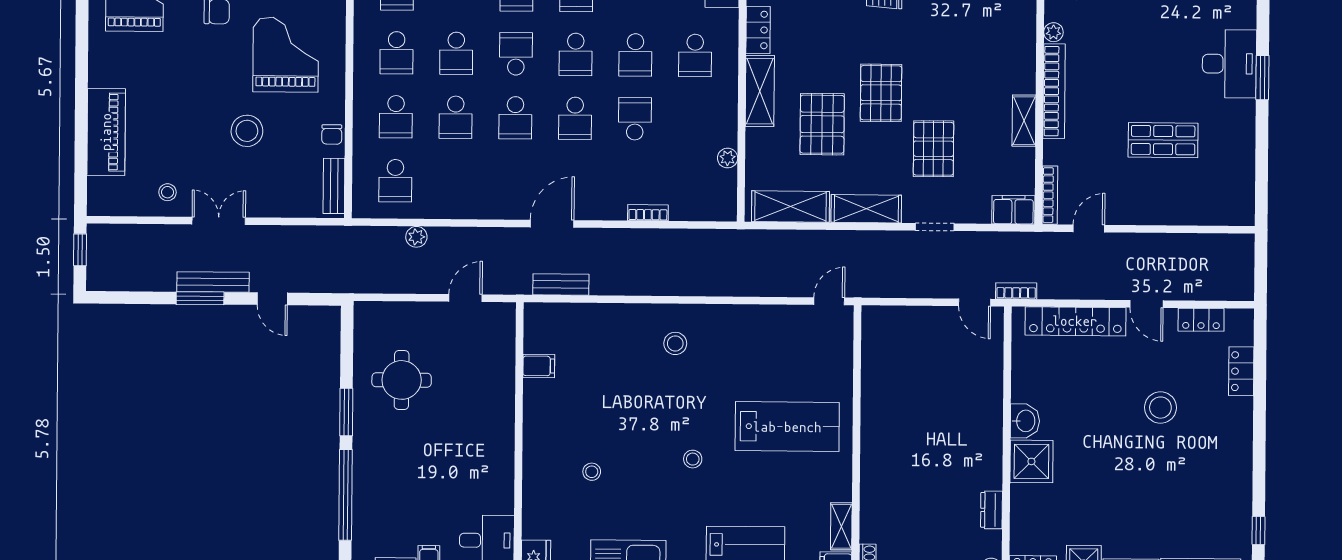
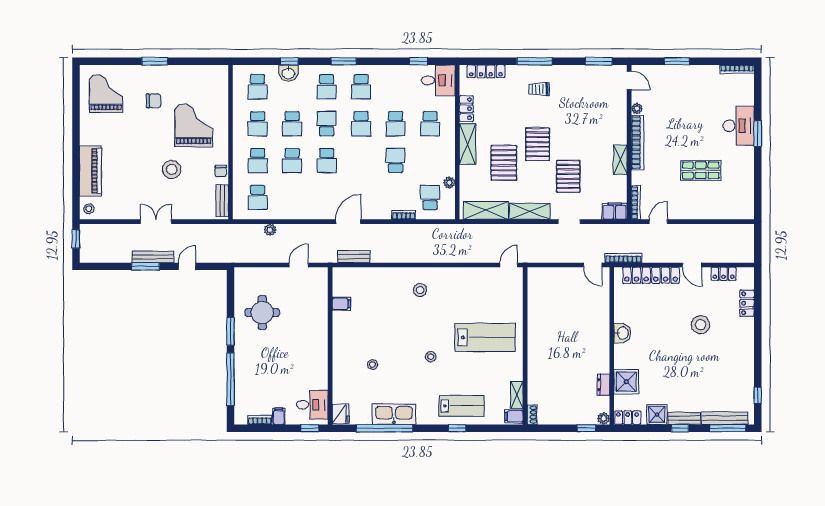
school desk: (575, 118) -> (430, 197), moved, turned 180
stool: (168, 192) -> (89, 209), moved
bookcase: (1016, 291) -> (623, 258), width x1.56
door: (272, 299) -> (187, 266), swing flipped
shower: (1031, 461) -> (626, 382), moved

